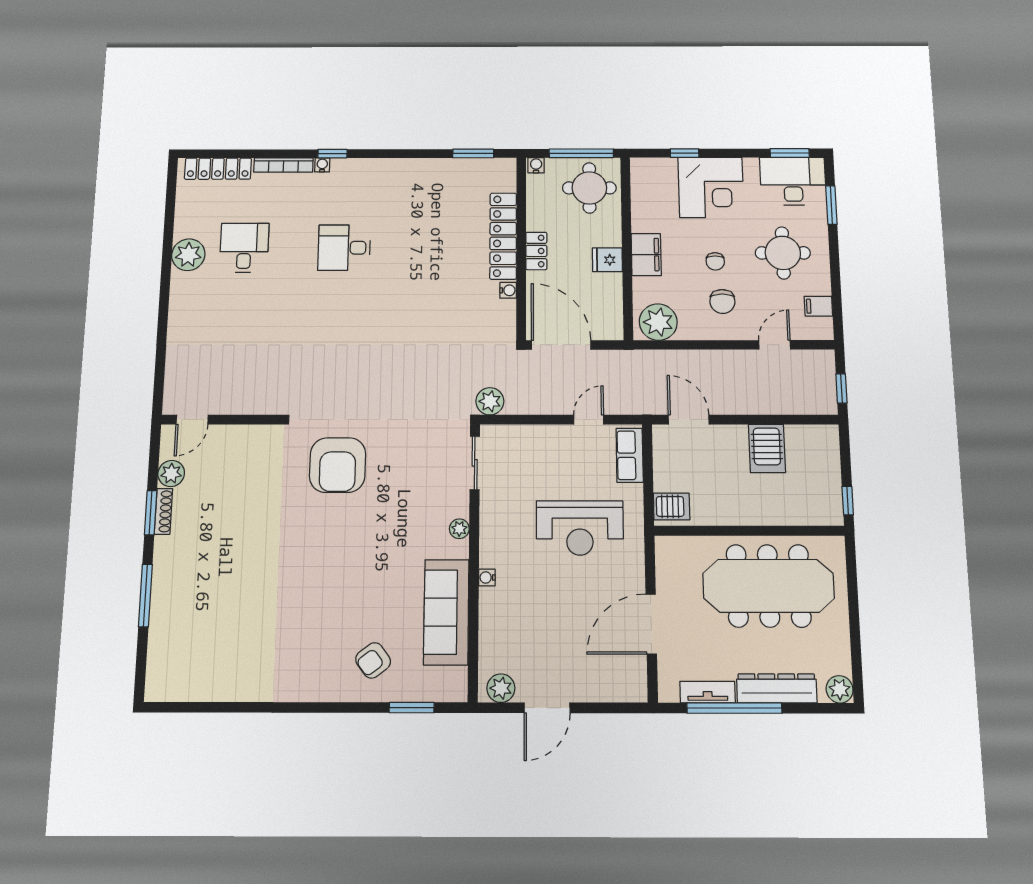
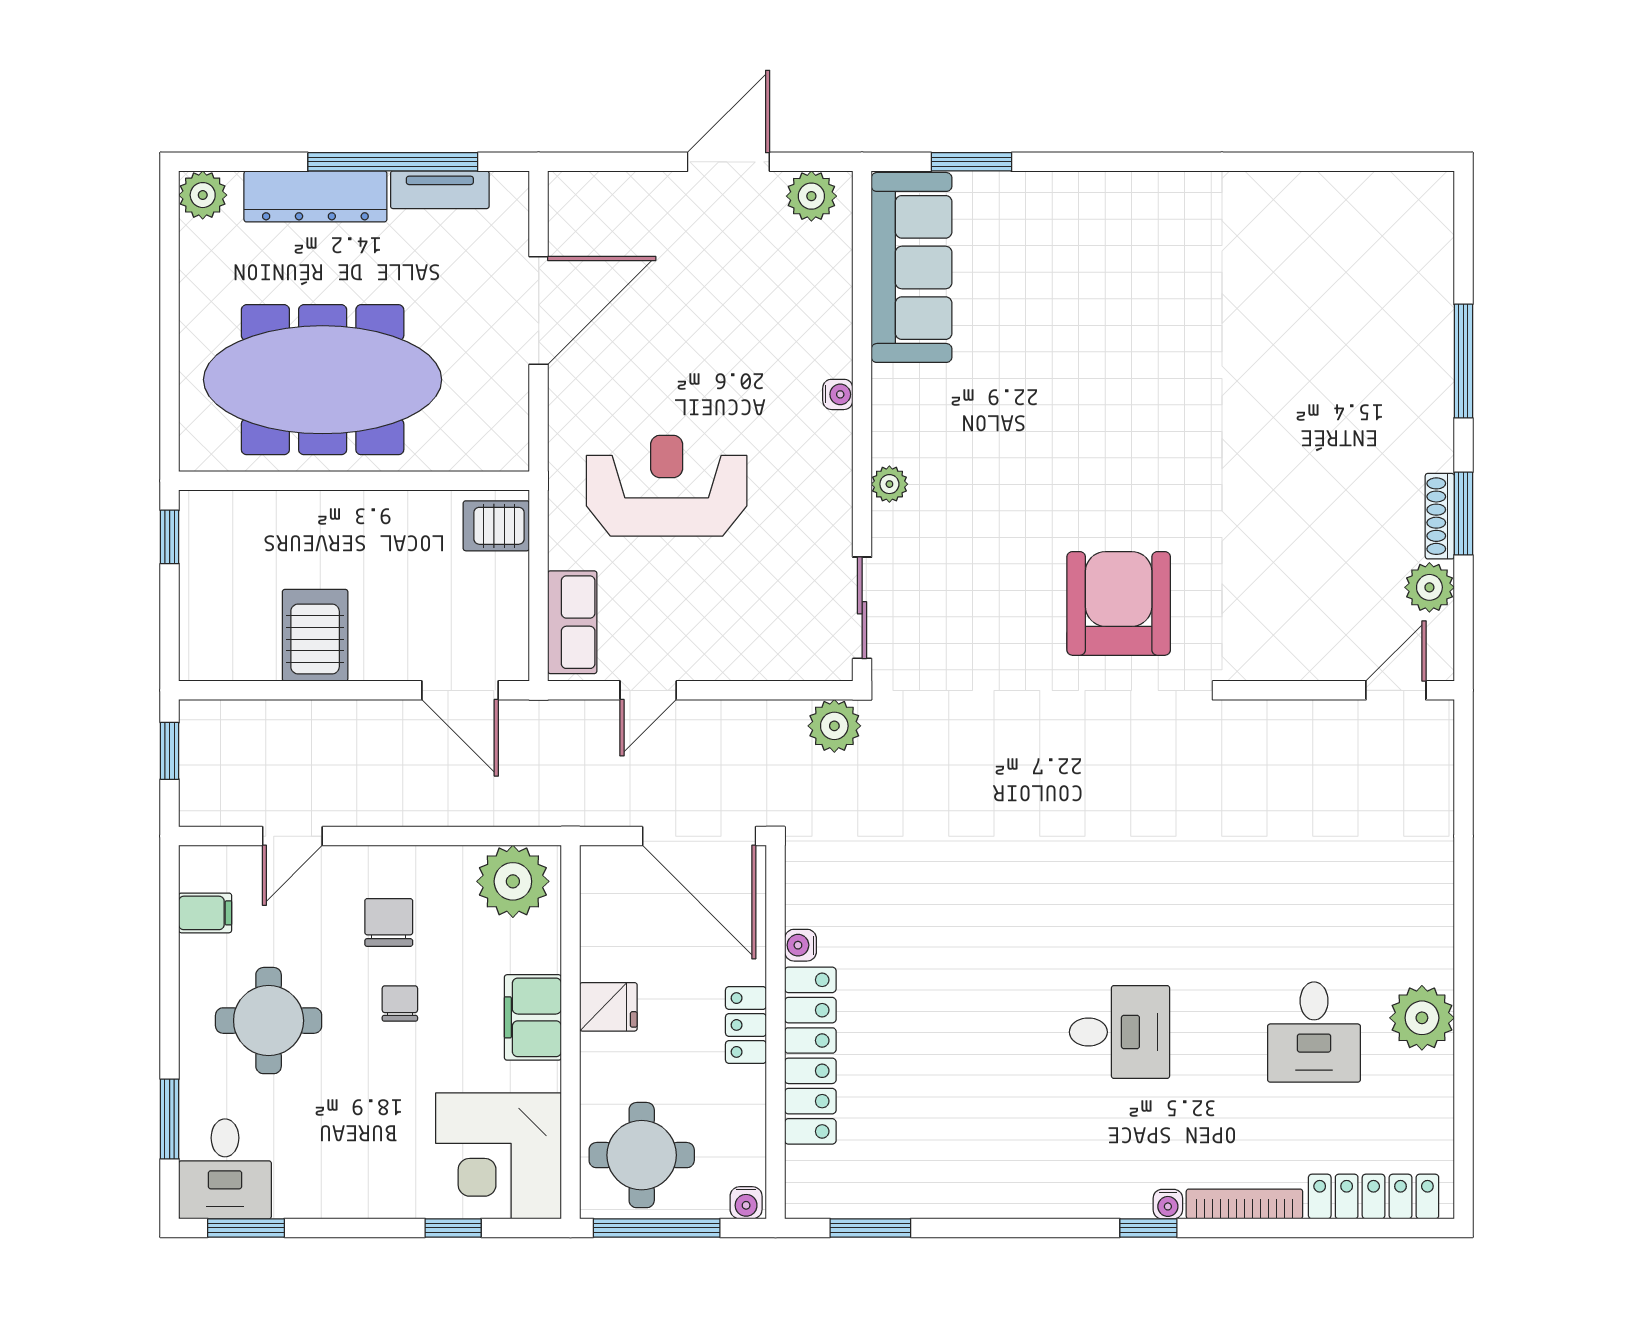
desk: (793, 181) -> (225, 1169), width x0.73
corner desk: (711, 187) -> (498, 1156), moved, turned -90
sofa: (446, 612) -> (912, 267), moved
armchair: (373, 660) -> (1043, 245), removed

